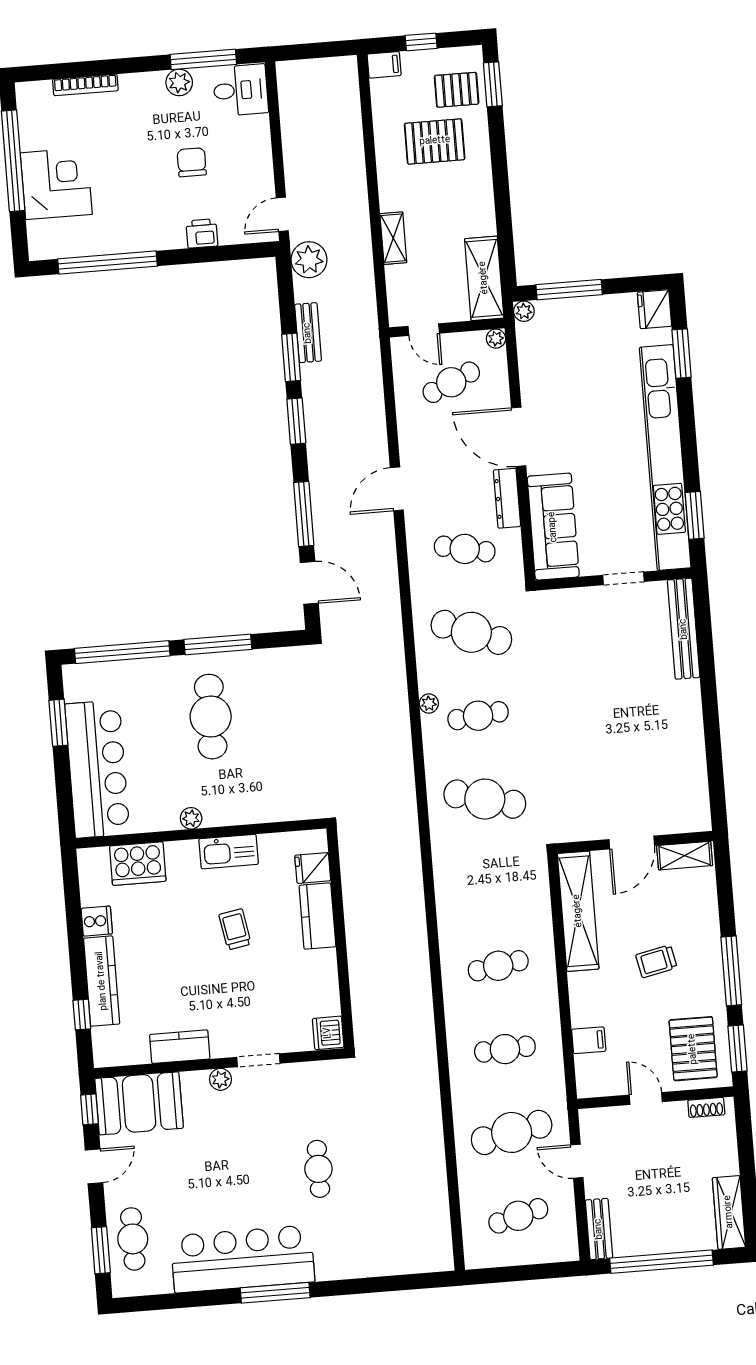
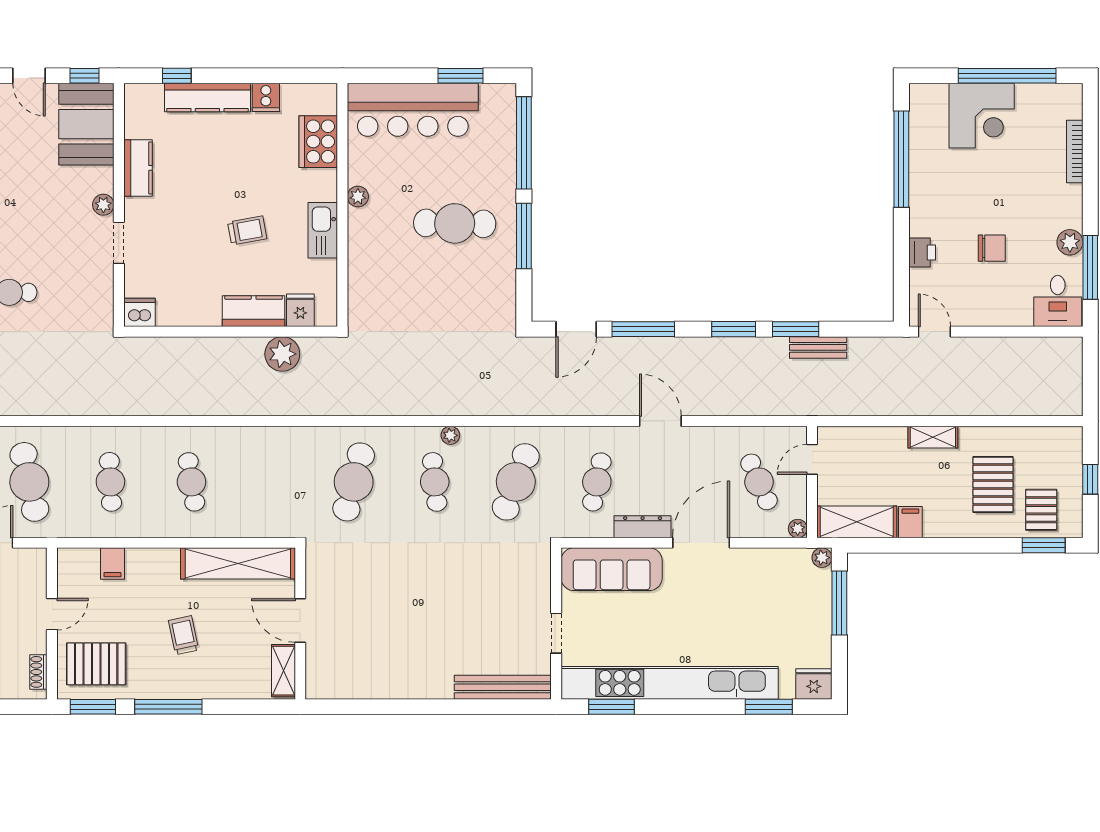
filing cabinet: (384, 65) -> (910, 522), moved, turned 180
shelving: (393, 238) -> (933, 437), moved
plant: (309, 260) -> (282, 354), moved

